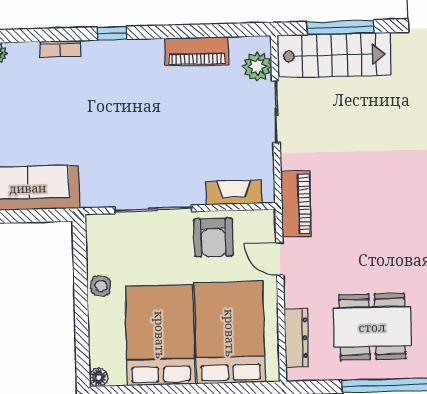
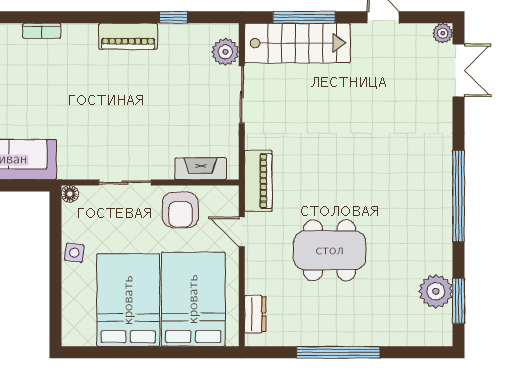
window: (112, 33) -> (173, 17), moved
piano: (197, 51) -> (128, 36), moved
sliding door: (153, 209) -> (125, 182), width x0.73
dining table: (372, 327) -> (330, 250), moved
dresser: (296, 338) -> (255, 314), width x0.70
floor lamp: (99, 377) -> (70, 194), moved

